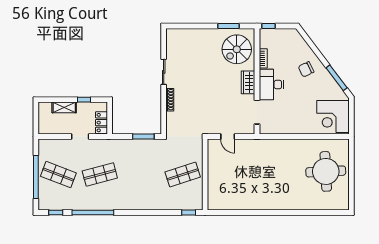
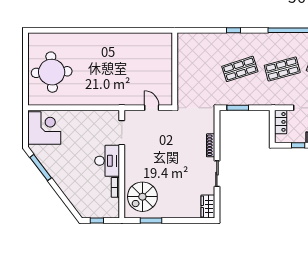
window: (268, 26) -> (97, 220), moved
spiral stairs: (237, 49) -> (142, 197), turned 180
chair: (306, 69) -> (72, 176), removed
wardrobe: (248, 82) -> (208, 206), moved, turned 180
shop shelf: (183, 175) -> (240, 69), moved
window: (189, 213) -> (233, 30), moved

